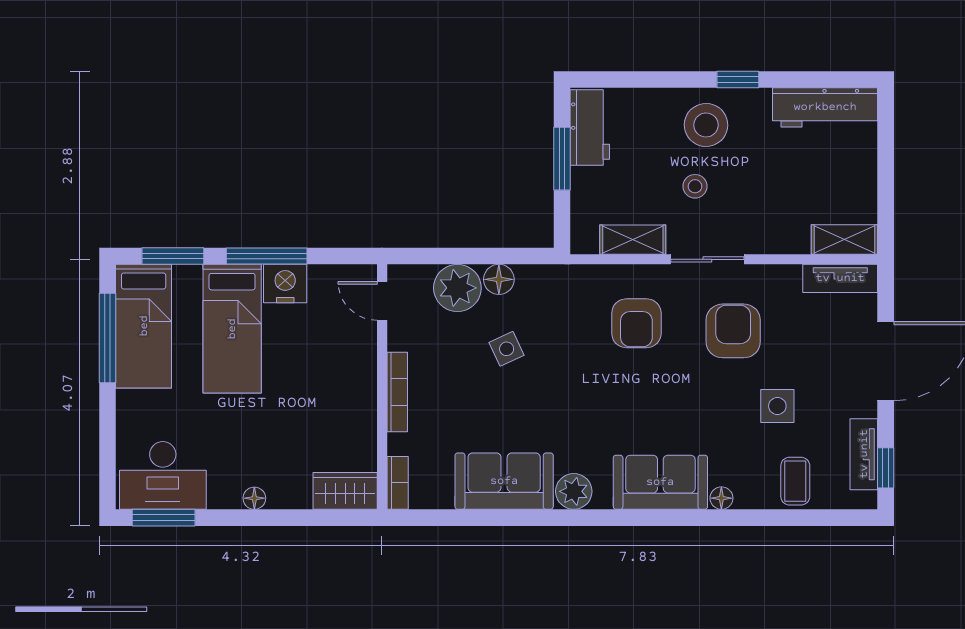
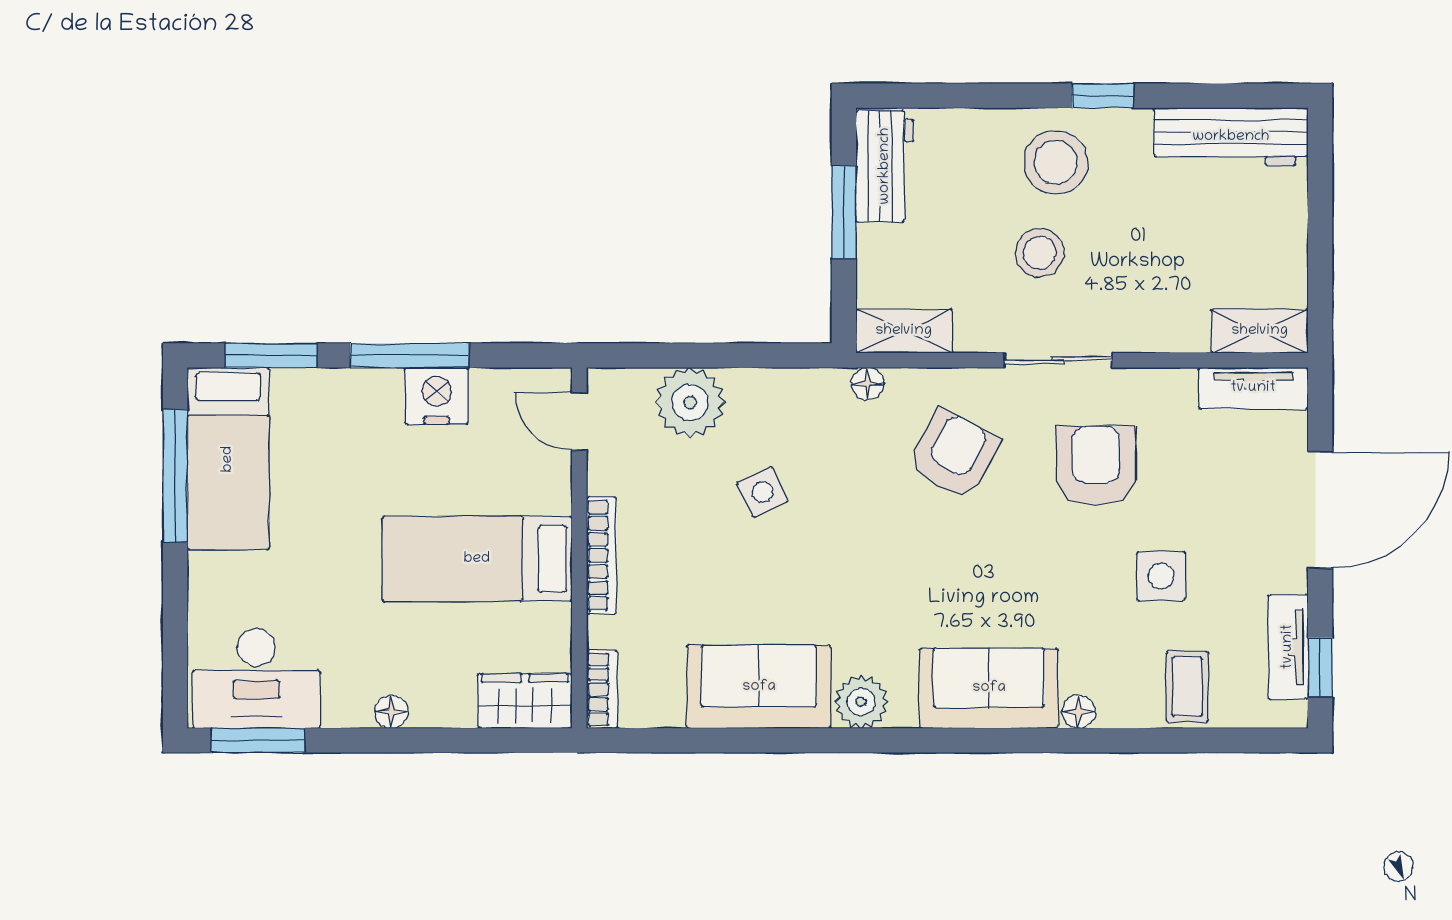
stool: (695, 186) -> (1040, 253), width x1.37, depth x1.37
shelving: (633, 240) -> (904, 331), moved
floor lamp: (499, 279) -> (868, 384), moved, width x0.73, depth x0.73
armchair: (636, 323) -> (954, 454), turned -152
bed: (232, 329) -> (477, 559), moved, turned 90

